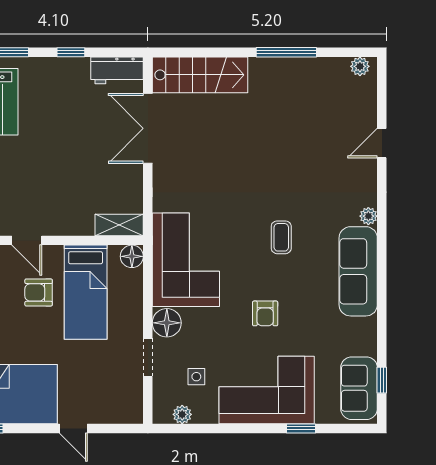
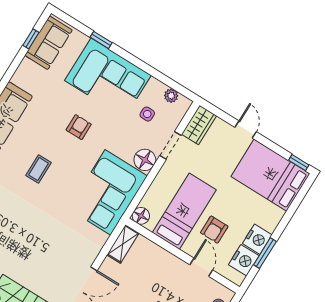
shelving: (119, 225) -> (123, 244), moved, turned 90
armchair: (39, 292) -> (214, 230), turned 90
wardrobe: (130, 401) -> (199, 125), added

